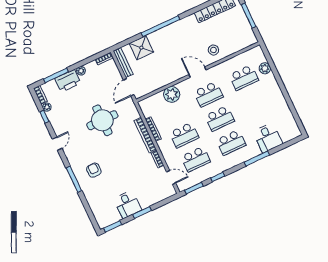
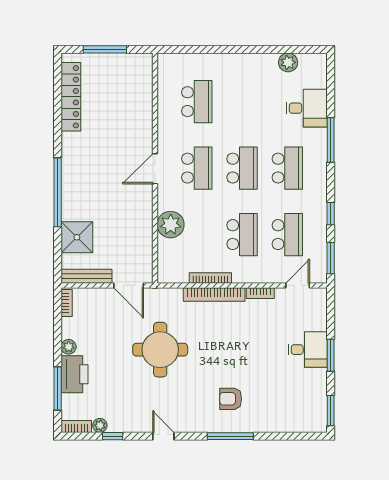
stool: (213, 50) -> (132, 128), removed
plant: (265, 68) -> (288, 62), moved
desk: (128, 204) -> (308, 350), moved

